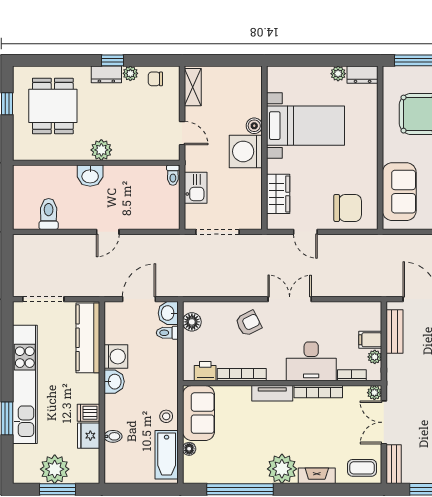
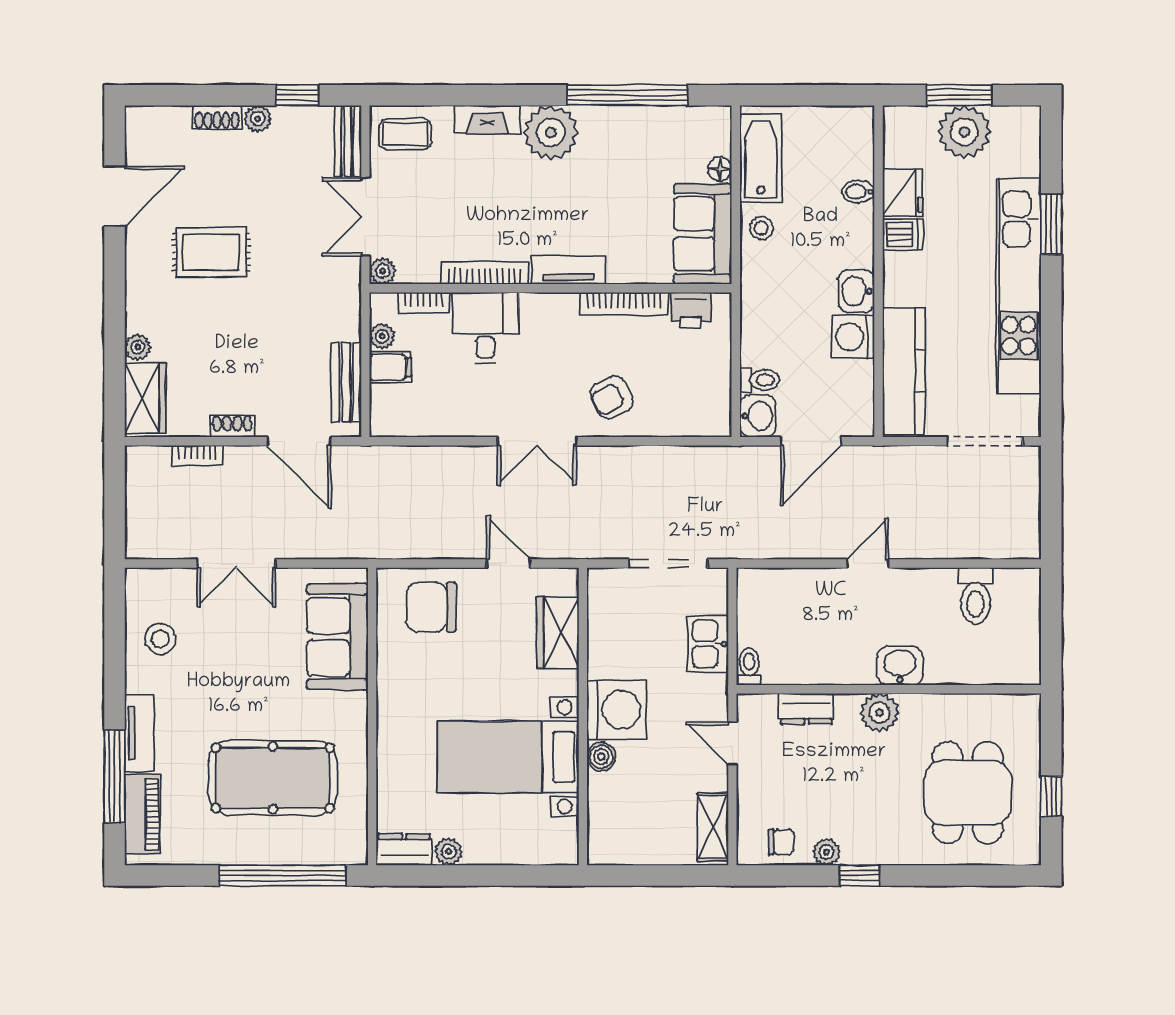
dresser: (106, 74) -> (806, 709), moved, turned 180
floor lamp: (192, 322) -> (715, 400), removed
desk: (311, 361) -> (485, 328), width x0.73
double door: (384, 422) -> (365, 217), swing flipped

